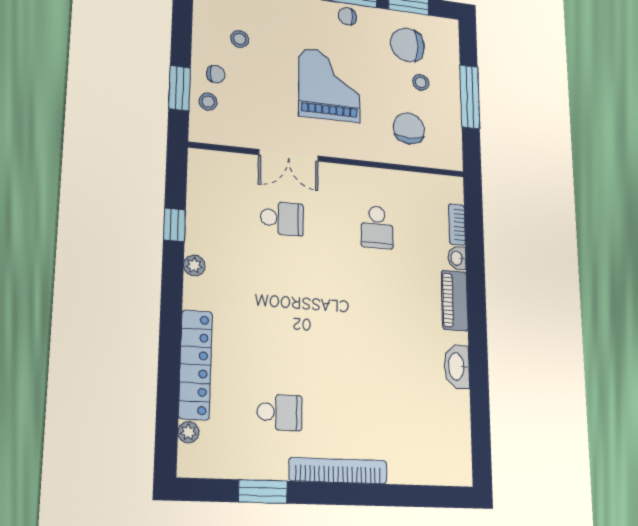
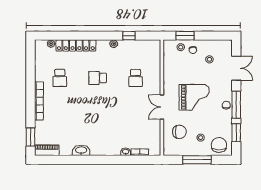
chair: (407, 45) -> (219, 145), moved
double door: (289, 155) -> (162, 107), moved
school desk: (377, 227) -> (98, 78), moved
piano: (455, 301) -> (47, 150), moved
window: (263, 492) -> (30, 137), moved

